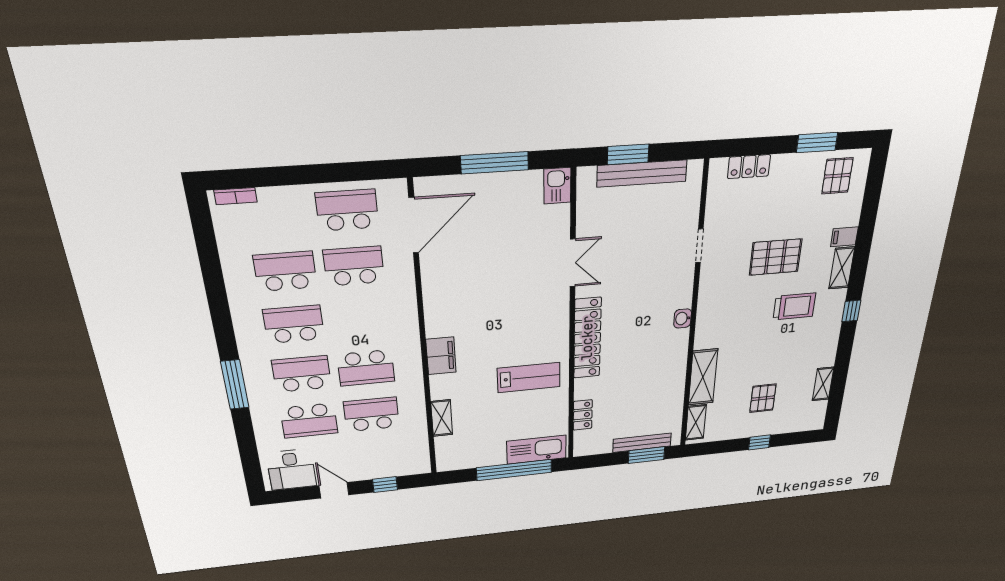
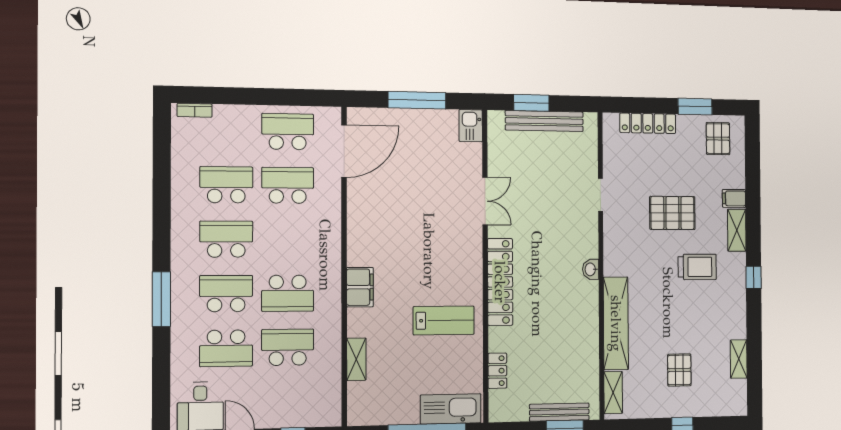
locker: (749, 167) -> (648, 123), width x1.53
shelving: (703, 377) -> (616, 323), width x1.47

